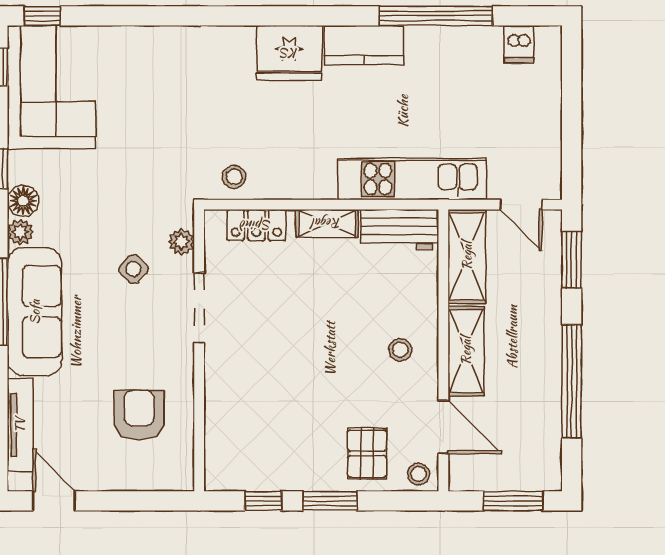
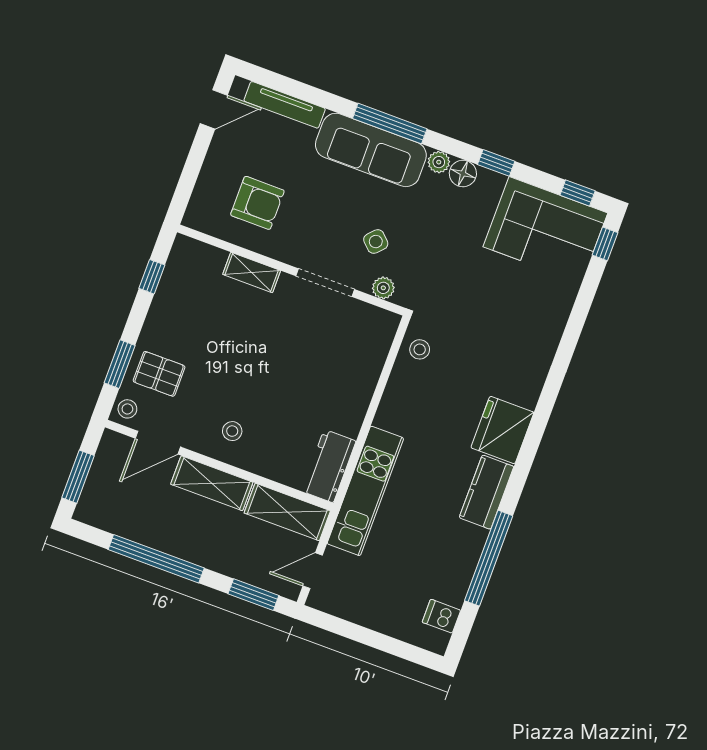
shelving: (327, 223) -> (252, 272), moved, turned 90
locker: (256, 225) -> (375, 353), removed
window: (330, 501) -> (120, 364), moved

